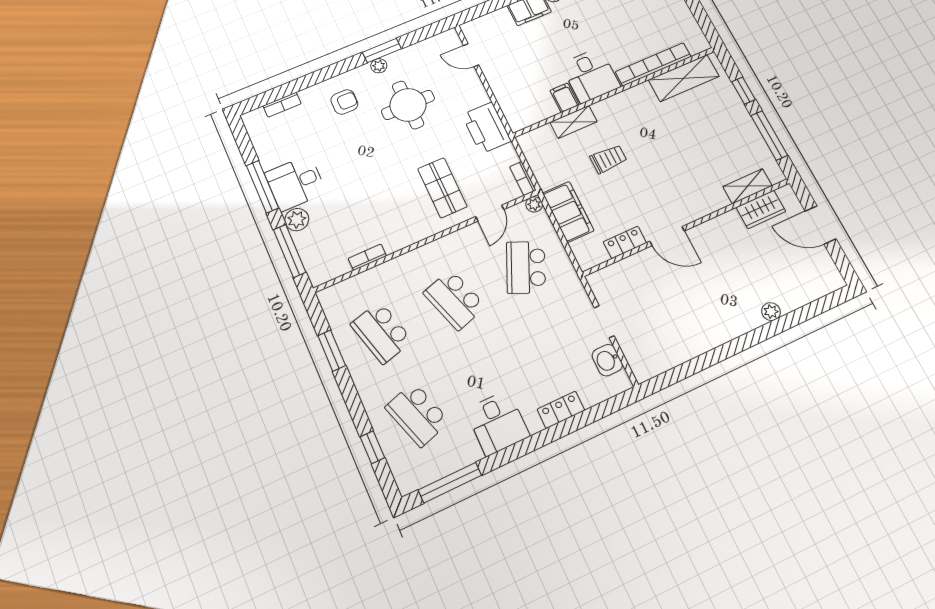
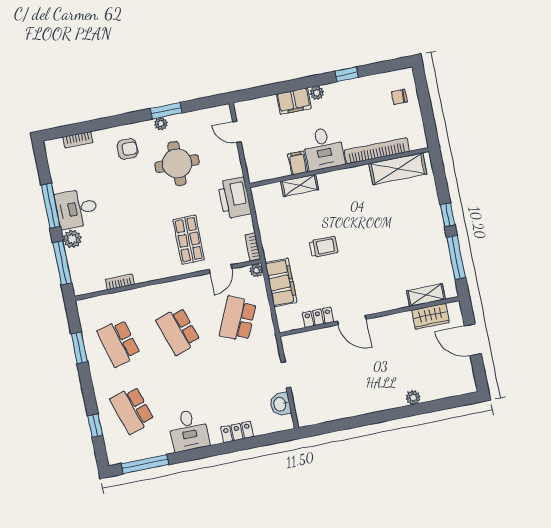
bookcase: (653, 64) -> (377, 151), moved
desk: (590, 75) -> (323, 149), moved
shelving: (684, 78) -> (398, 169), moved
wall: (615, 92) -> (339, 168), moved
filing cabinet: (564, 98) -> (298, 163), moved
shelving: (573, 122) -> (300, 185), moved

